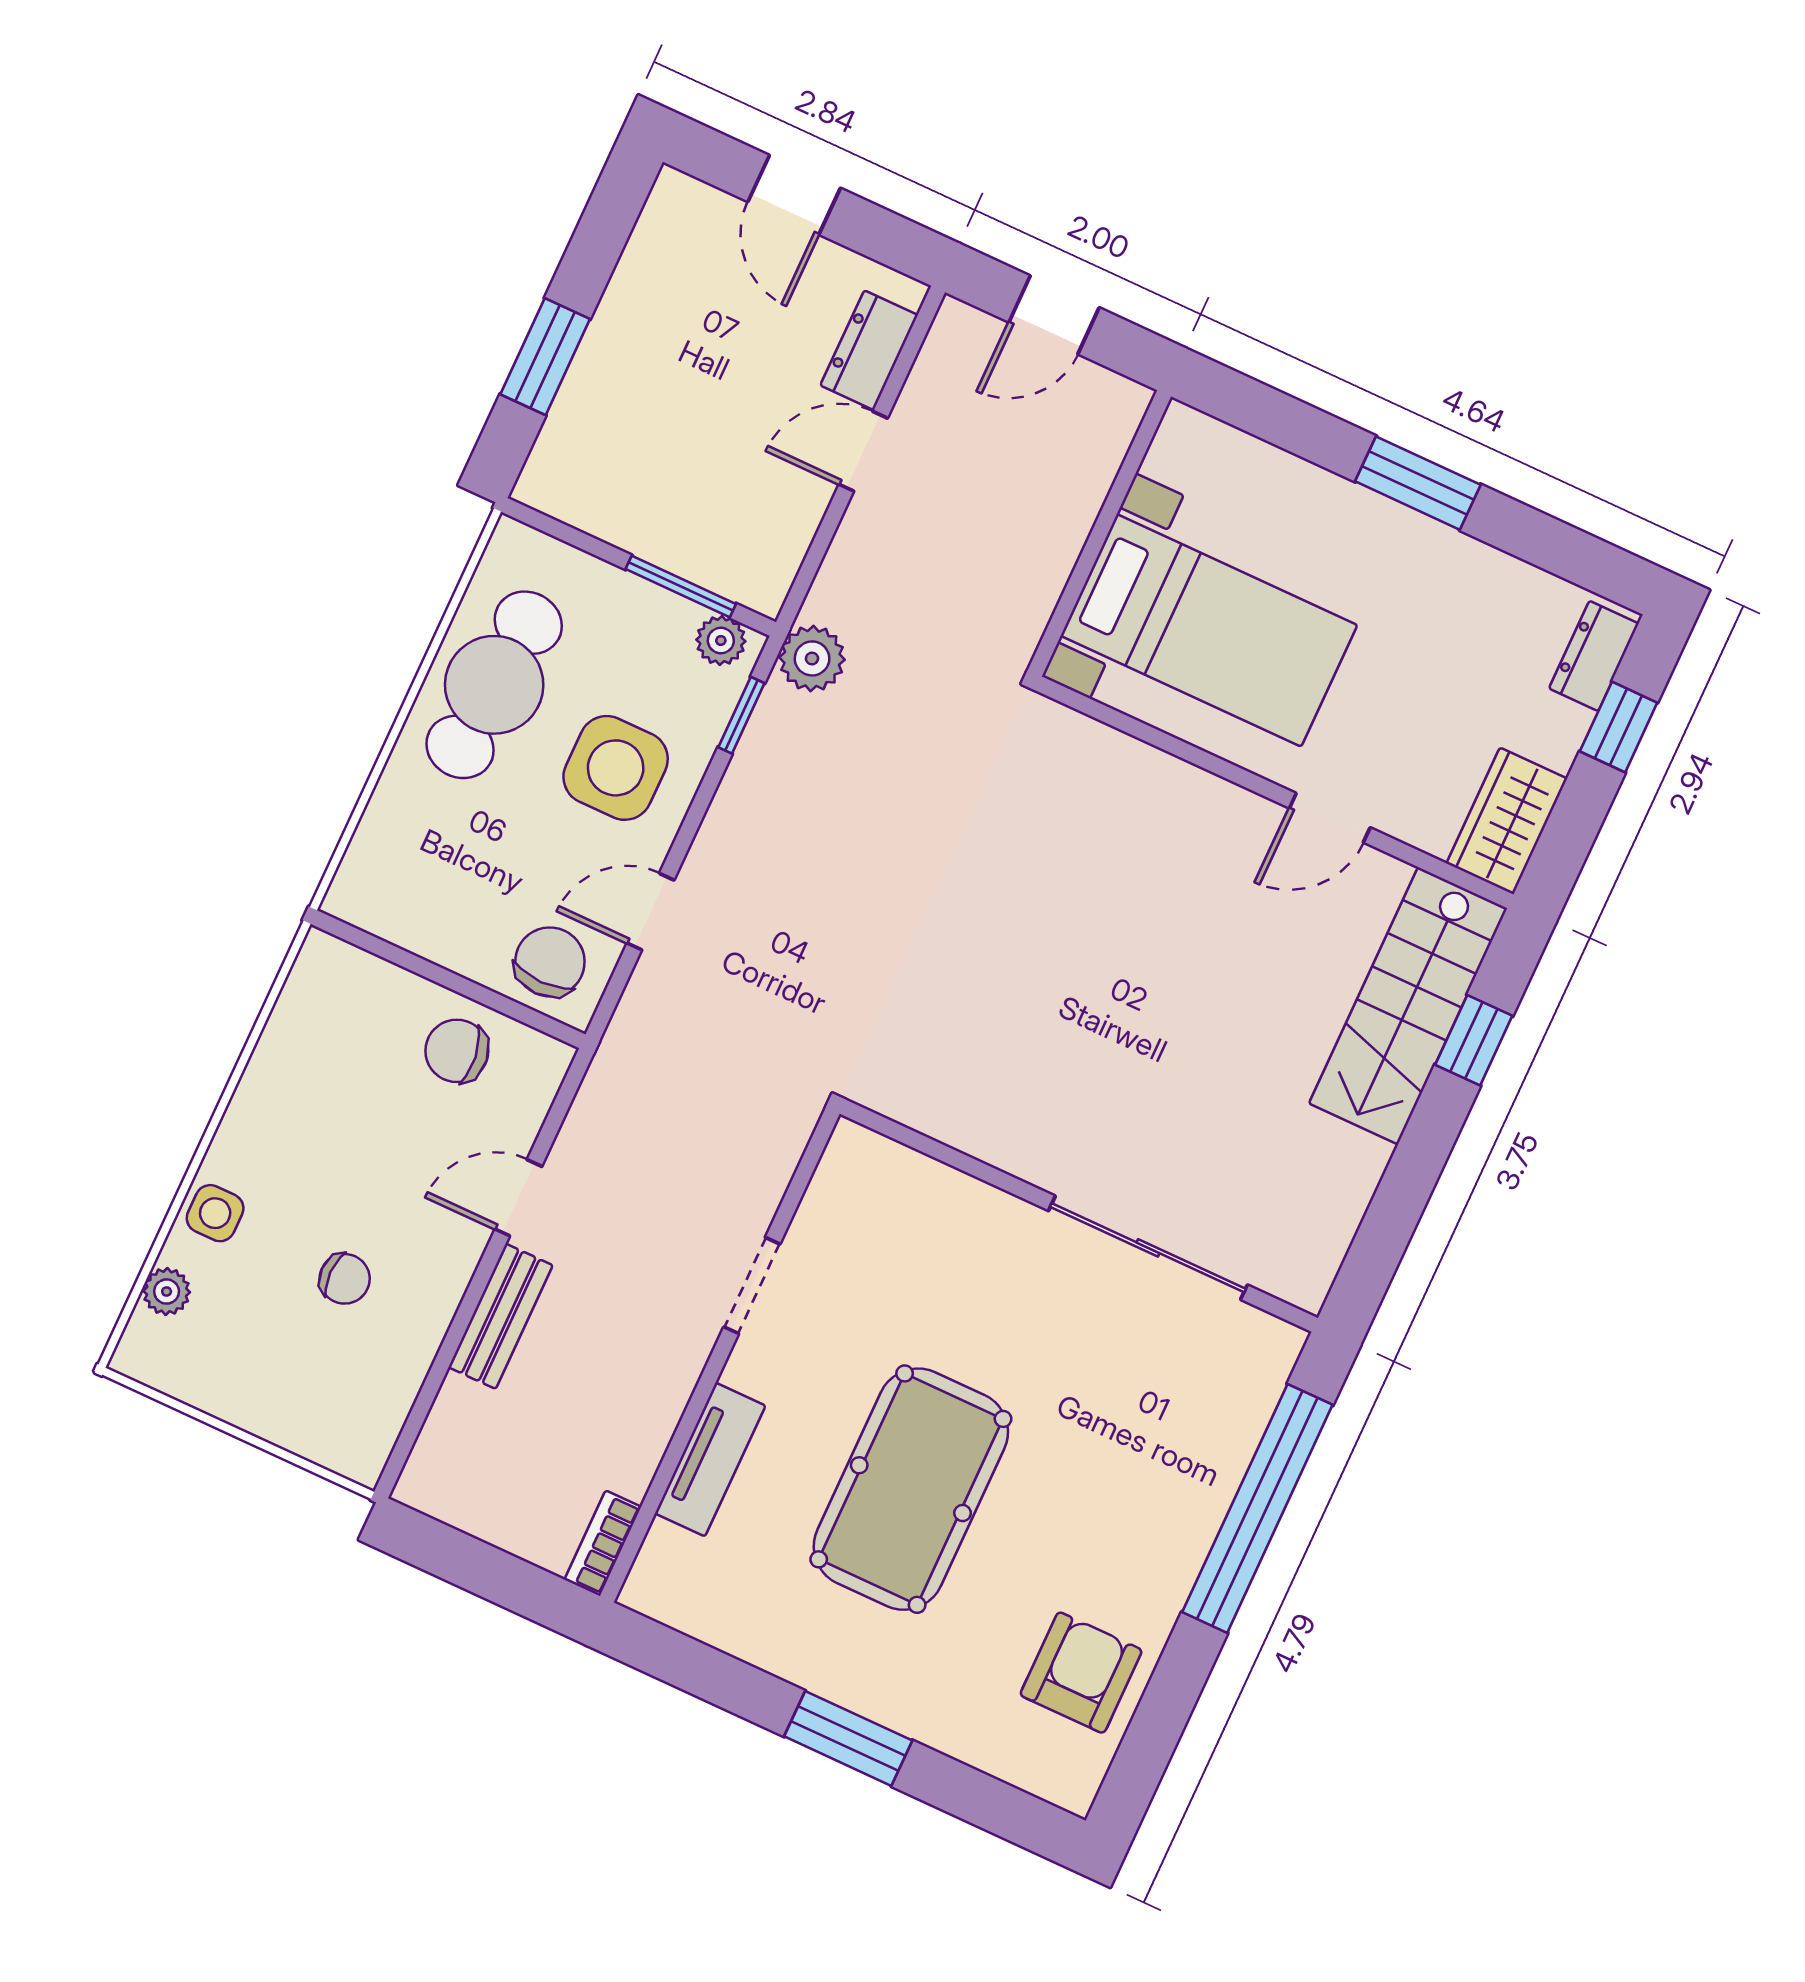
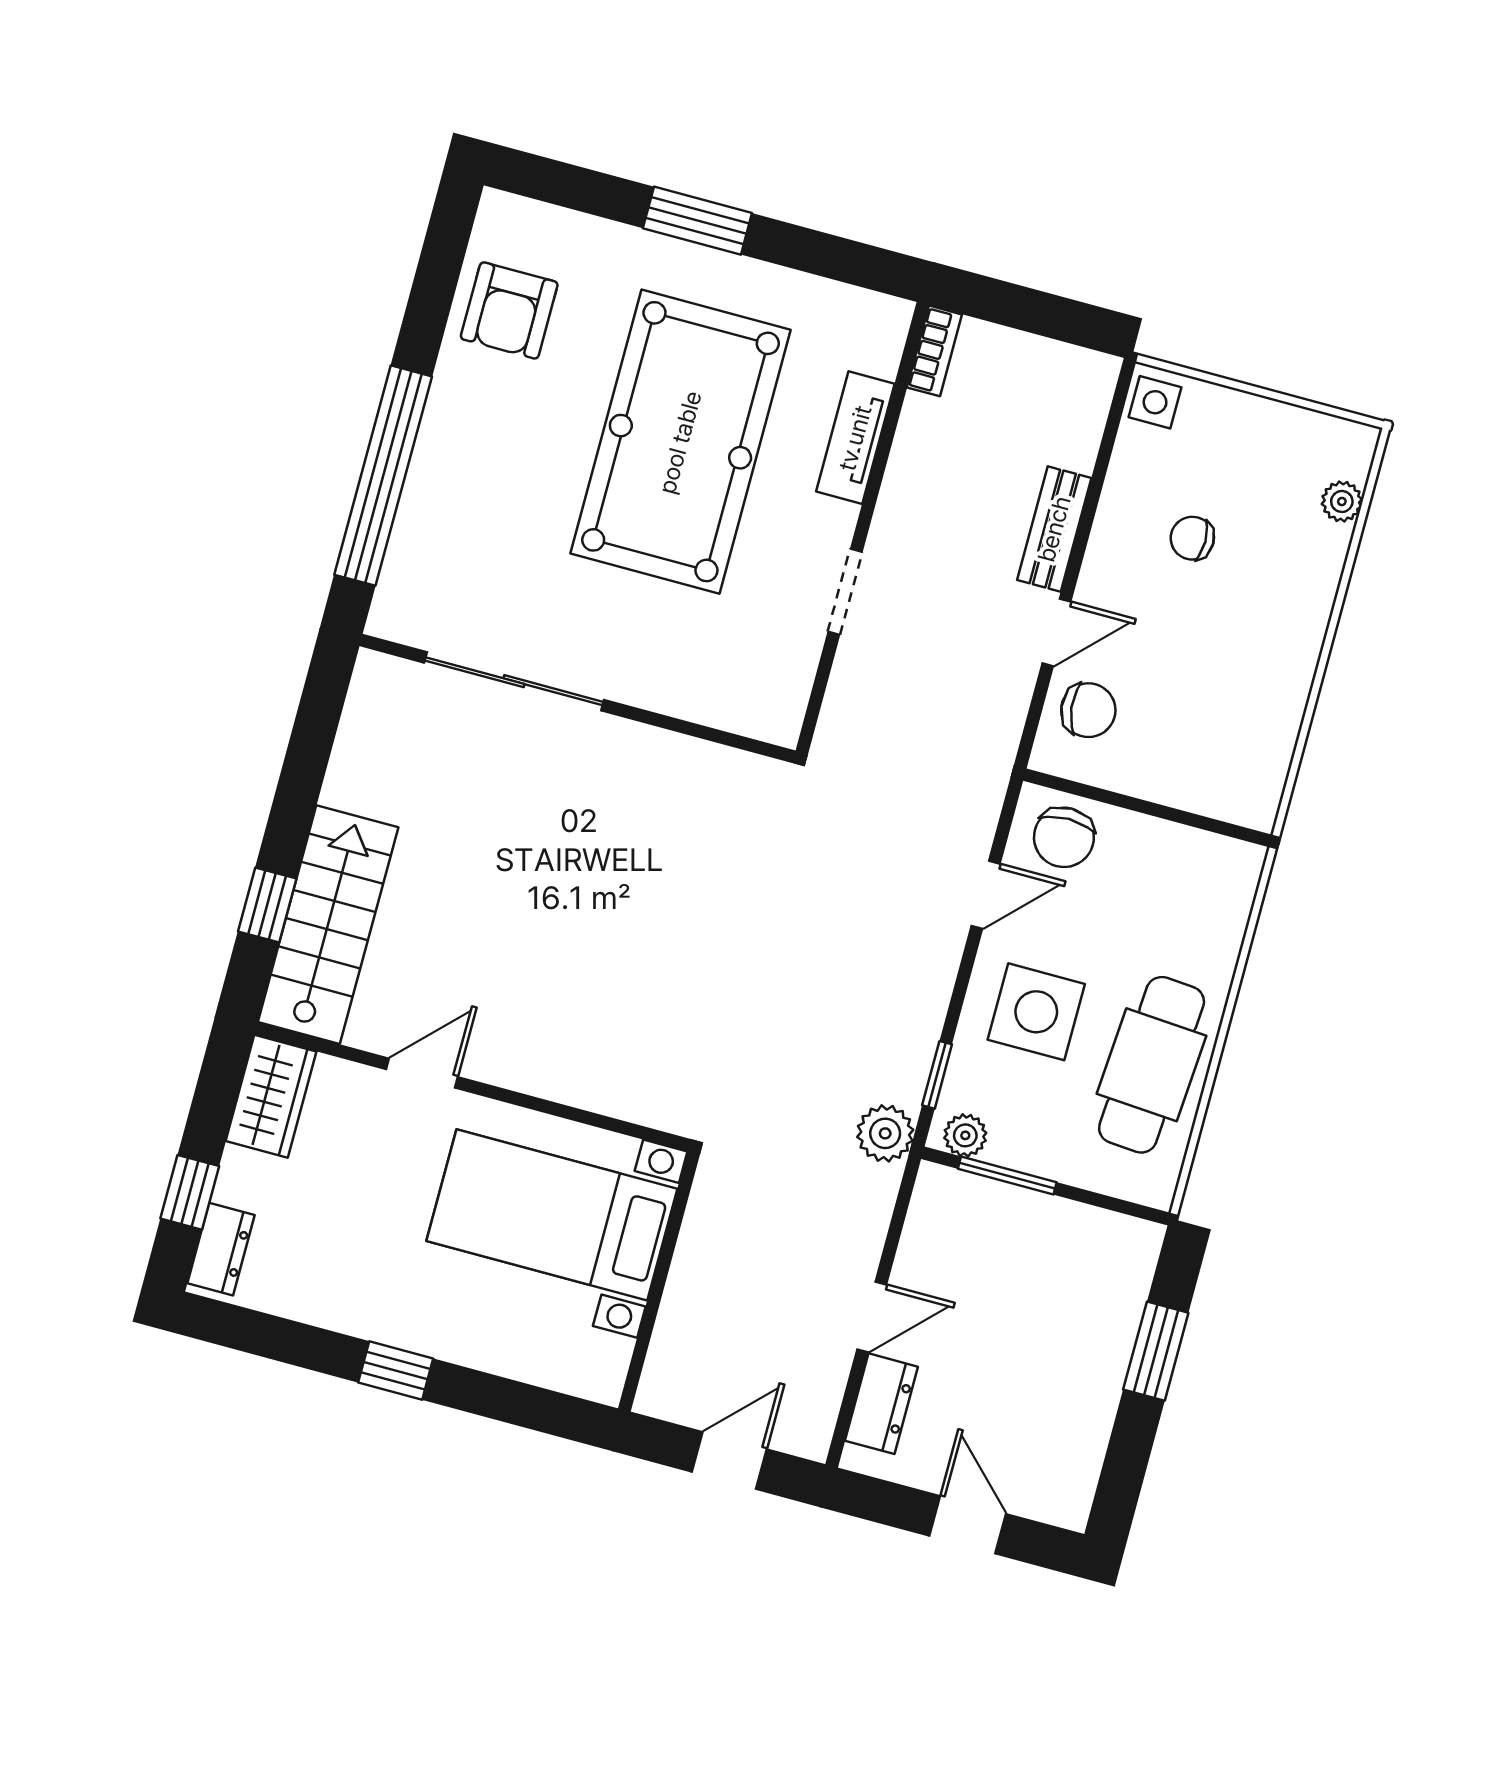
window: (1418, 483) -> (396, 1371), width x0.67
chair: (457, 1051) -> (1088, 710), moved
side table: (215, 1213) -> (1155, 402), moved
pool table: (911, 1489) -> (680, 442), width x1.36, depth x1.32

